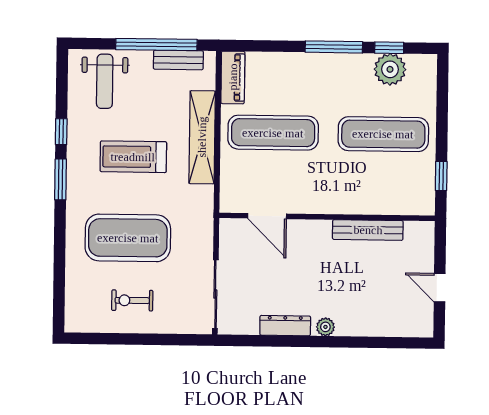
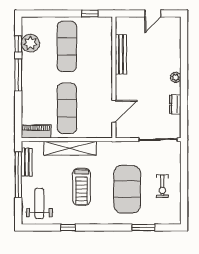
weight bench: (105, 81) -> (39, 203), turned -90
window: (61, 179) -> (143, 227), moved
dresser: (285, 326) -> (175, 104), width x0.70

